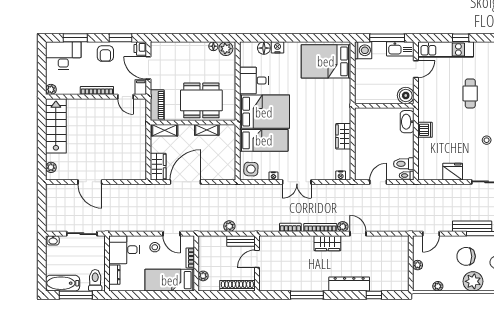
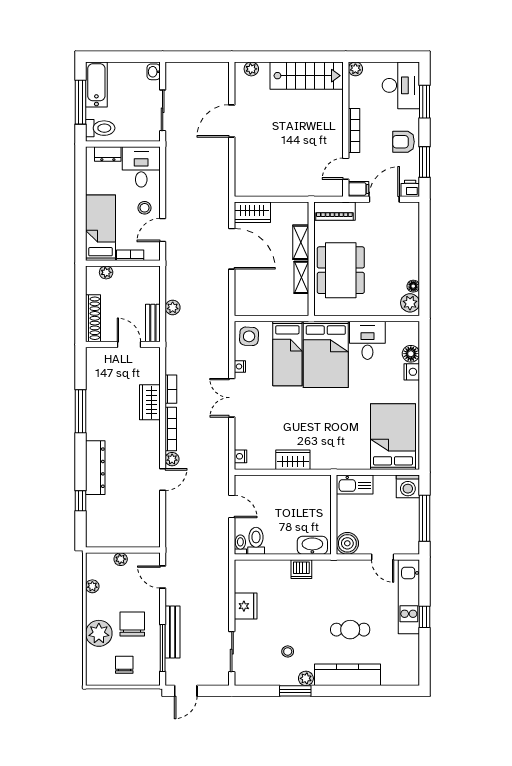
kitchen sink: (400, 49) -> (355, 485), moved, turned -90
shelving: (165, 130) -> (301, 242), moved
wardrobe: (327, 243) -> (150, 402), moved

